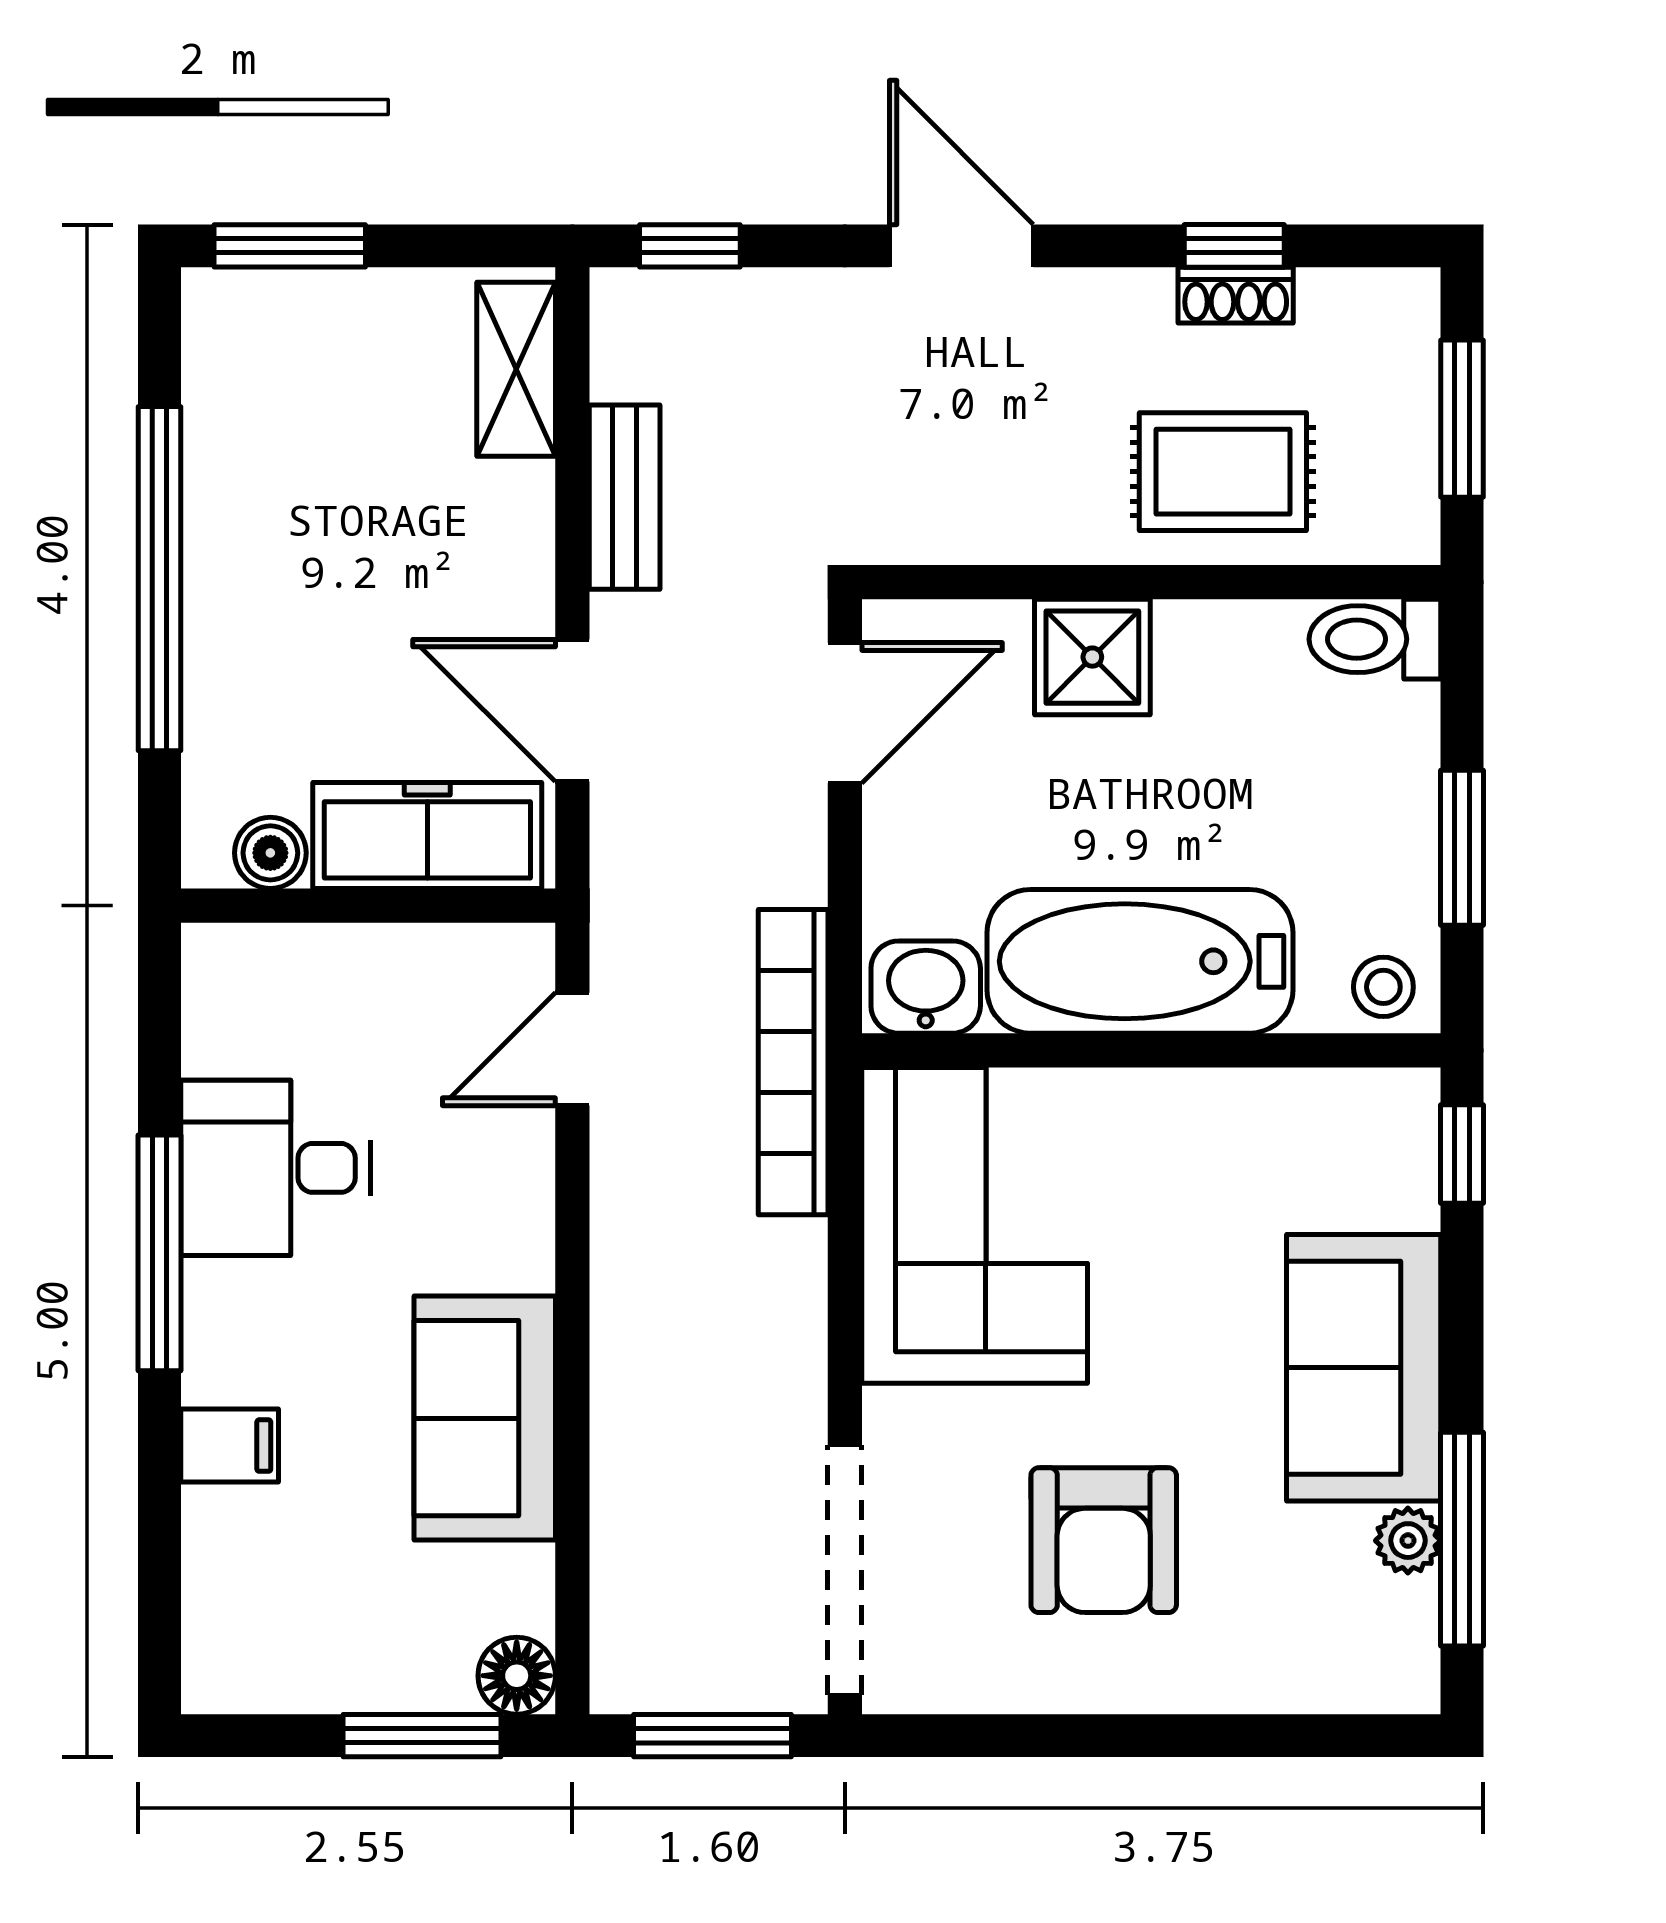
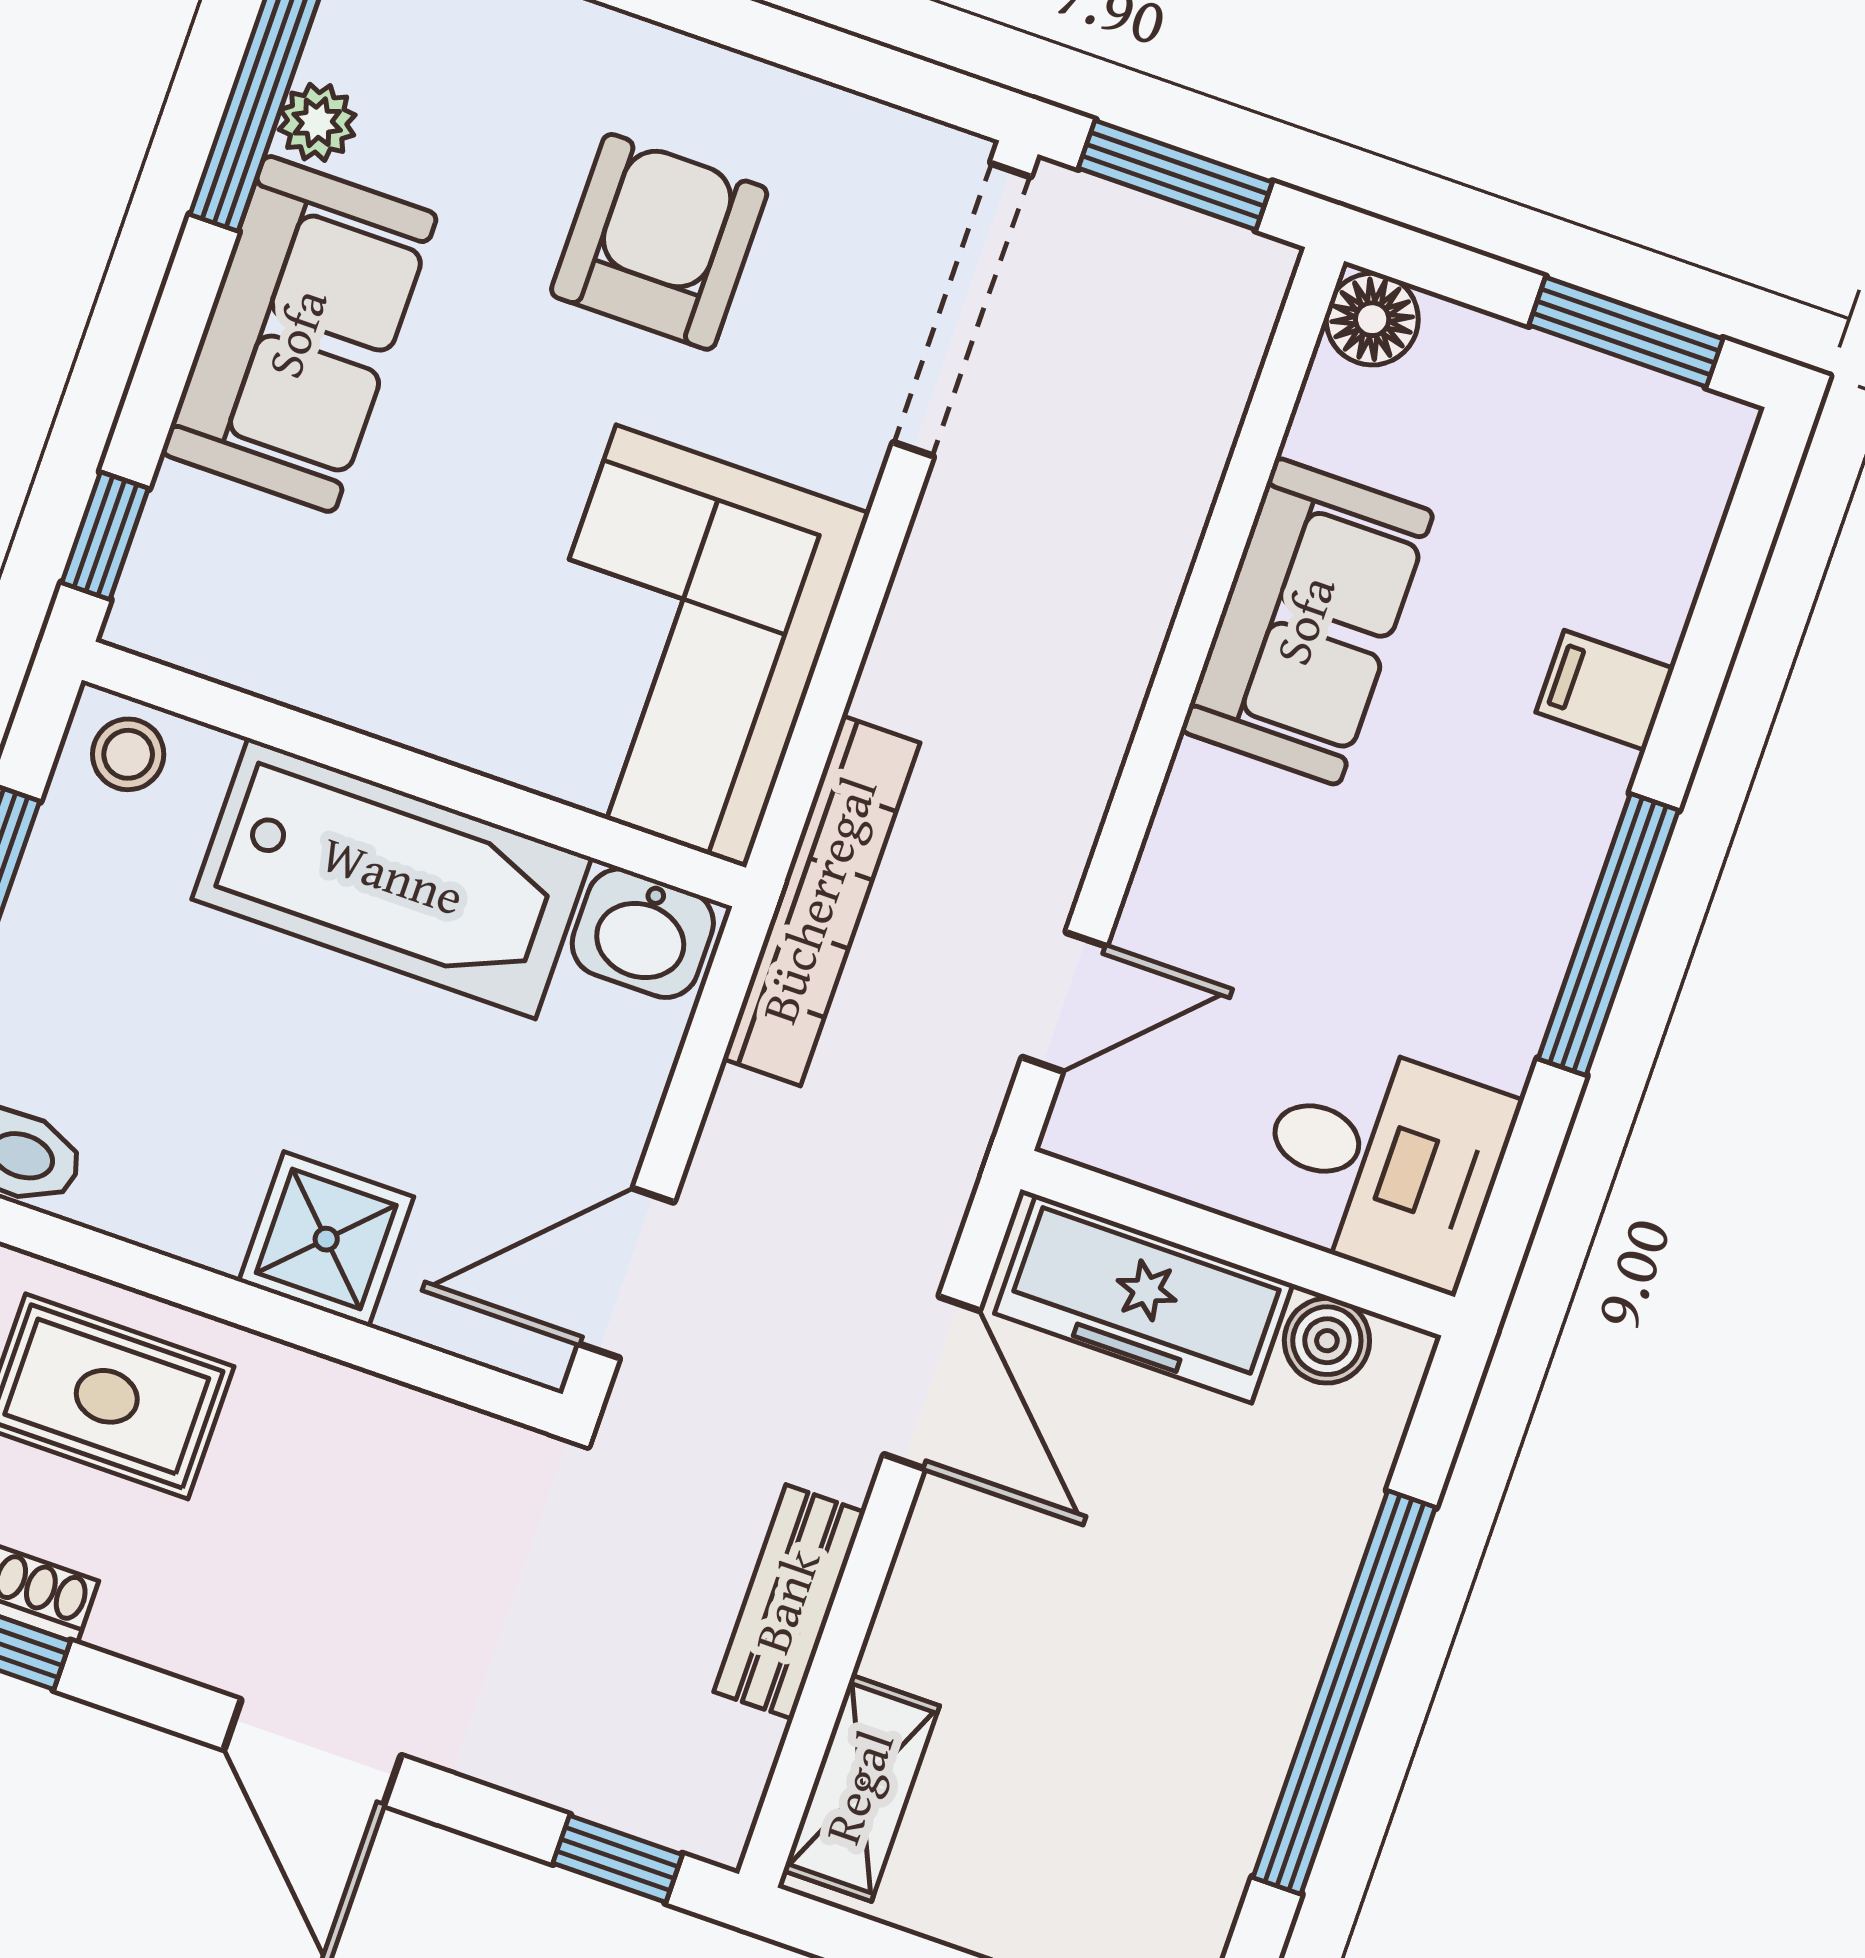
desk: (275, 1168) -> (1383, 1161), moved
window: (422, 1736) -> (1626, 332), moved

